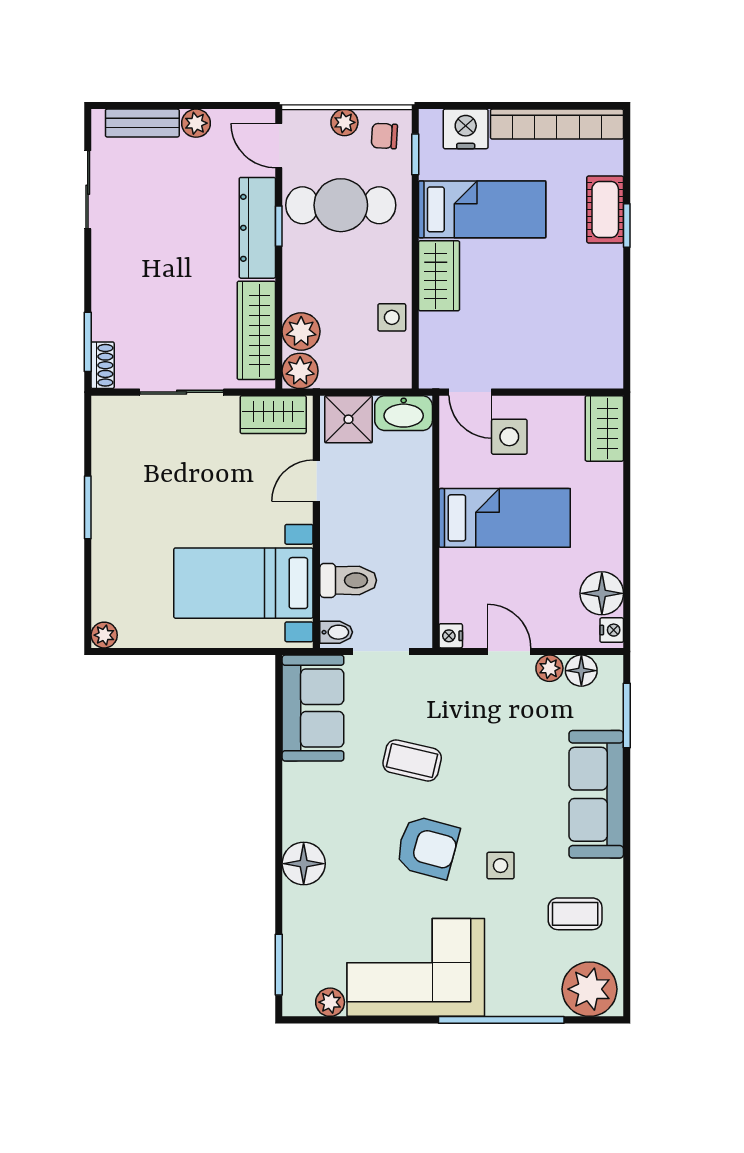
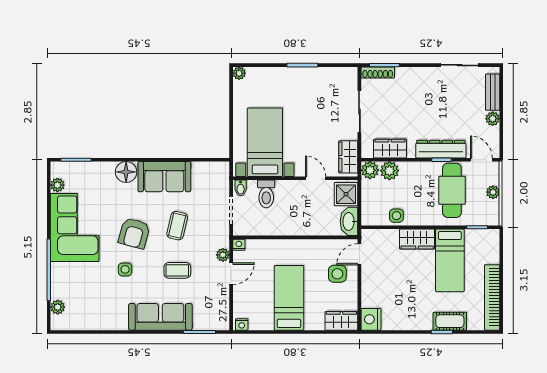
nightstand: (466, 129) -> (371, 319), moved, turned 180
chair: (384, 136) -> (486, 212), removed
door: (279, 146) -> (481, 160), hinge flipped
wardrobe: (256, 330) -> (390, 149), width x0.67
shoe rack: (103, 365) -> (378, 72), width x1.43
bed: (505, 518) -> (289, 298), moved, turned 180
floor lamp: (602, 593) -> (260, 320), removed
plant: (549, 668) -> (223, 255), moved
floor lamp: (581, 671) -> (222, 309), removed
sofa: (313, 708) -> (164, 177), moved
coffee table: (575, 914) -> (177, 270), moved, turned 90
plant: (589, 989) -> (58, 307), width x0.53, depth x0.53

